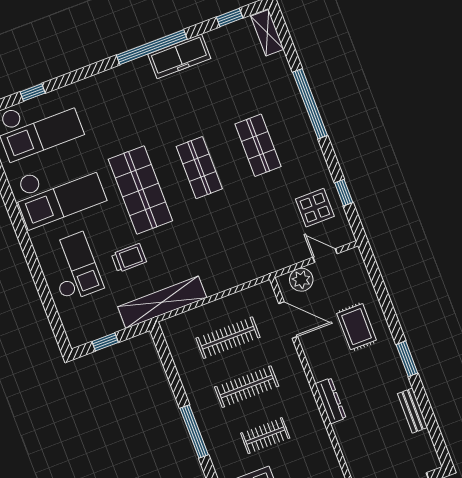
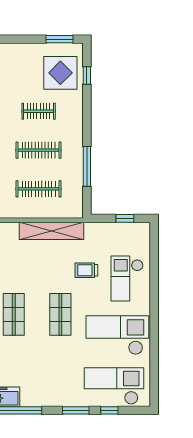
window: (75, 76) -> (76, 410), added
shop shelf: (140, 190) -> (60, 314), width x0.70, depth x0.74
shelving: (162, 302) -> (51, 231), moved
window: (194, 432) -> (87, 166), moved

